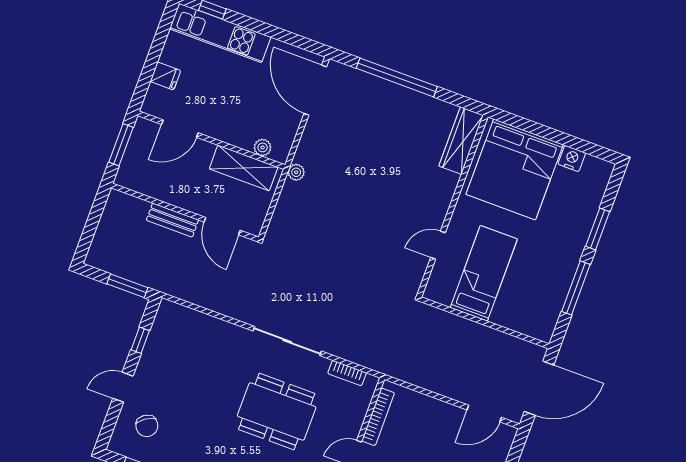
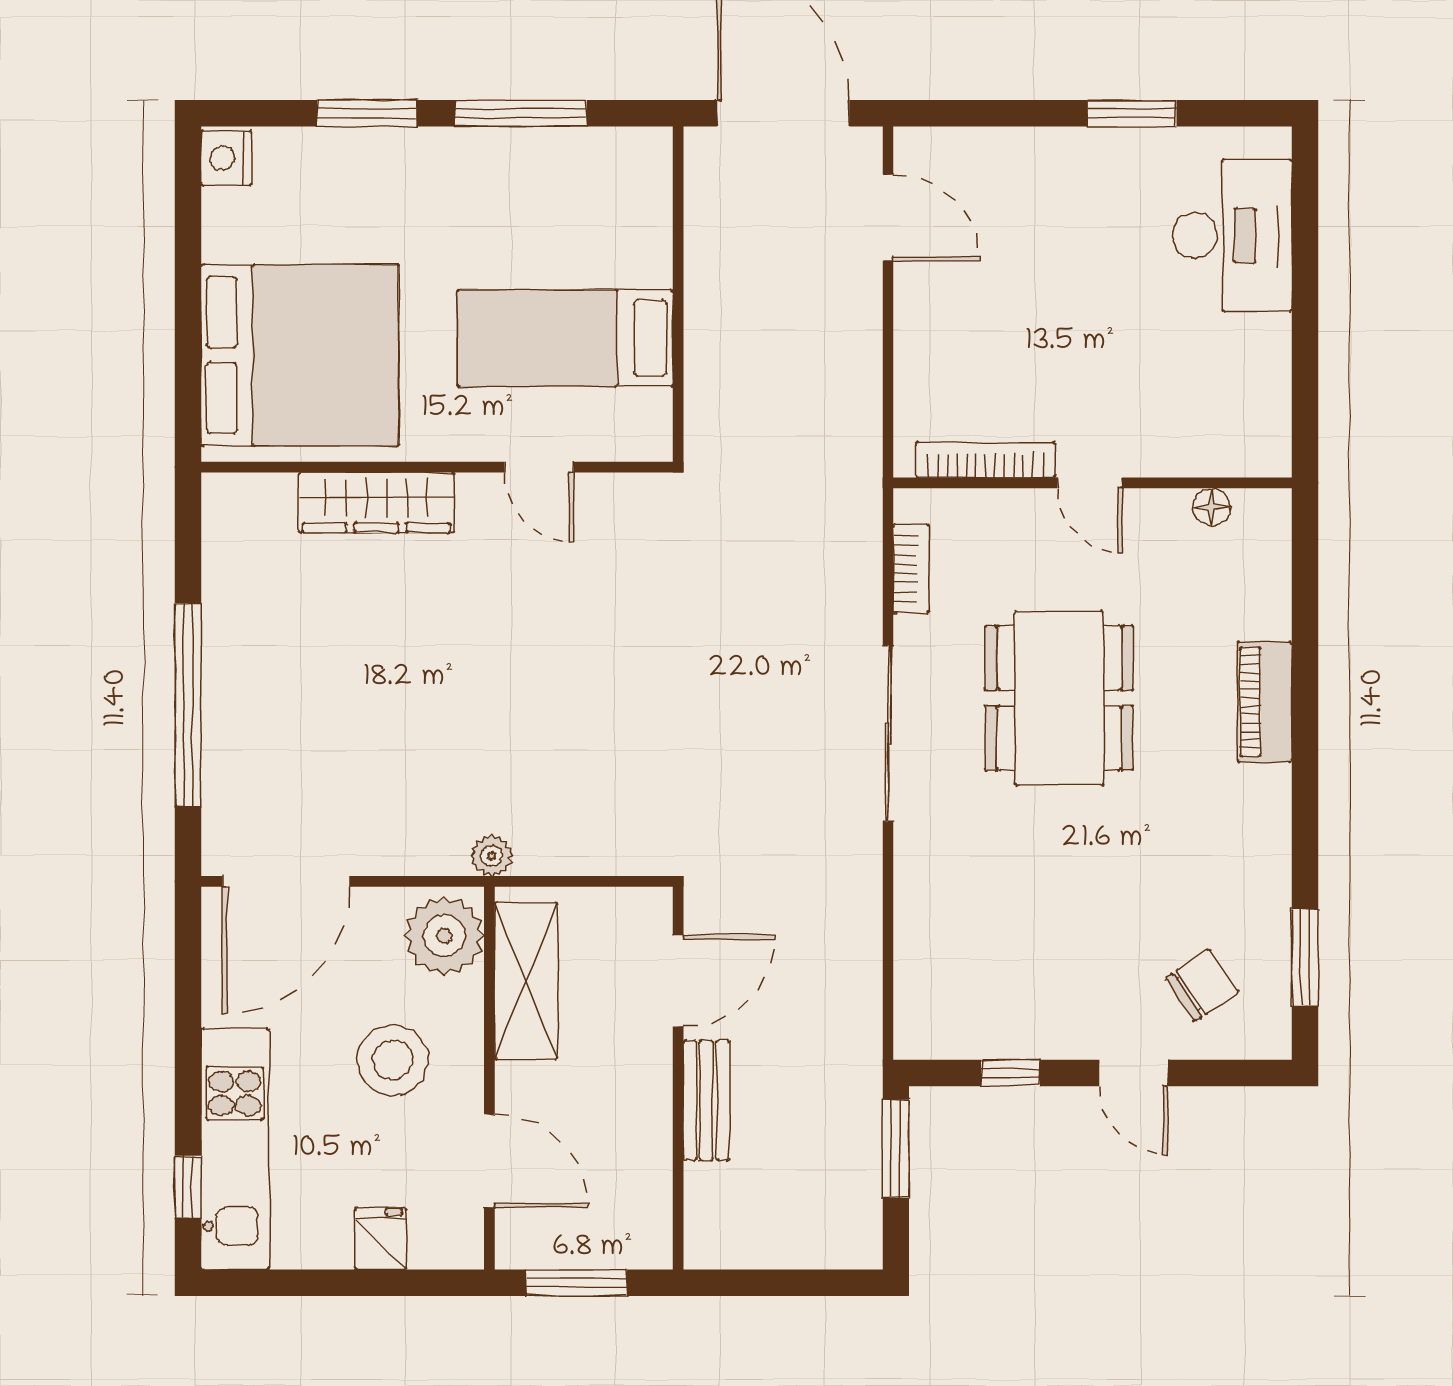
stool: (232, 106) -> (393, 1060), added
wardrobe: (461, 141) -> (376, 503), moved
plant: (263, 147) -> (444, 936), width x1.87, depth x1.87
nightstand: (572, 159) -> (226, 158), moved

